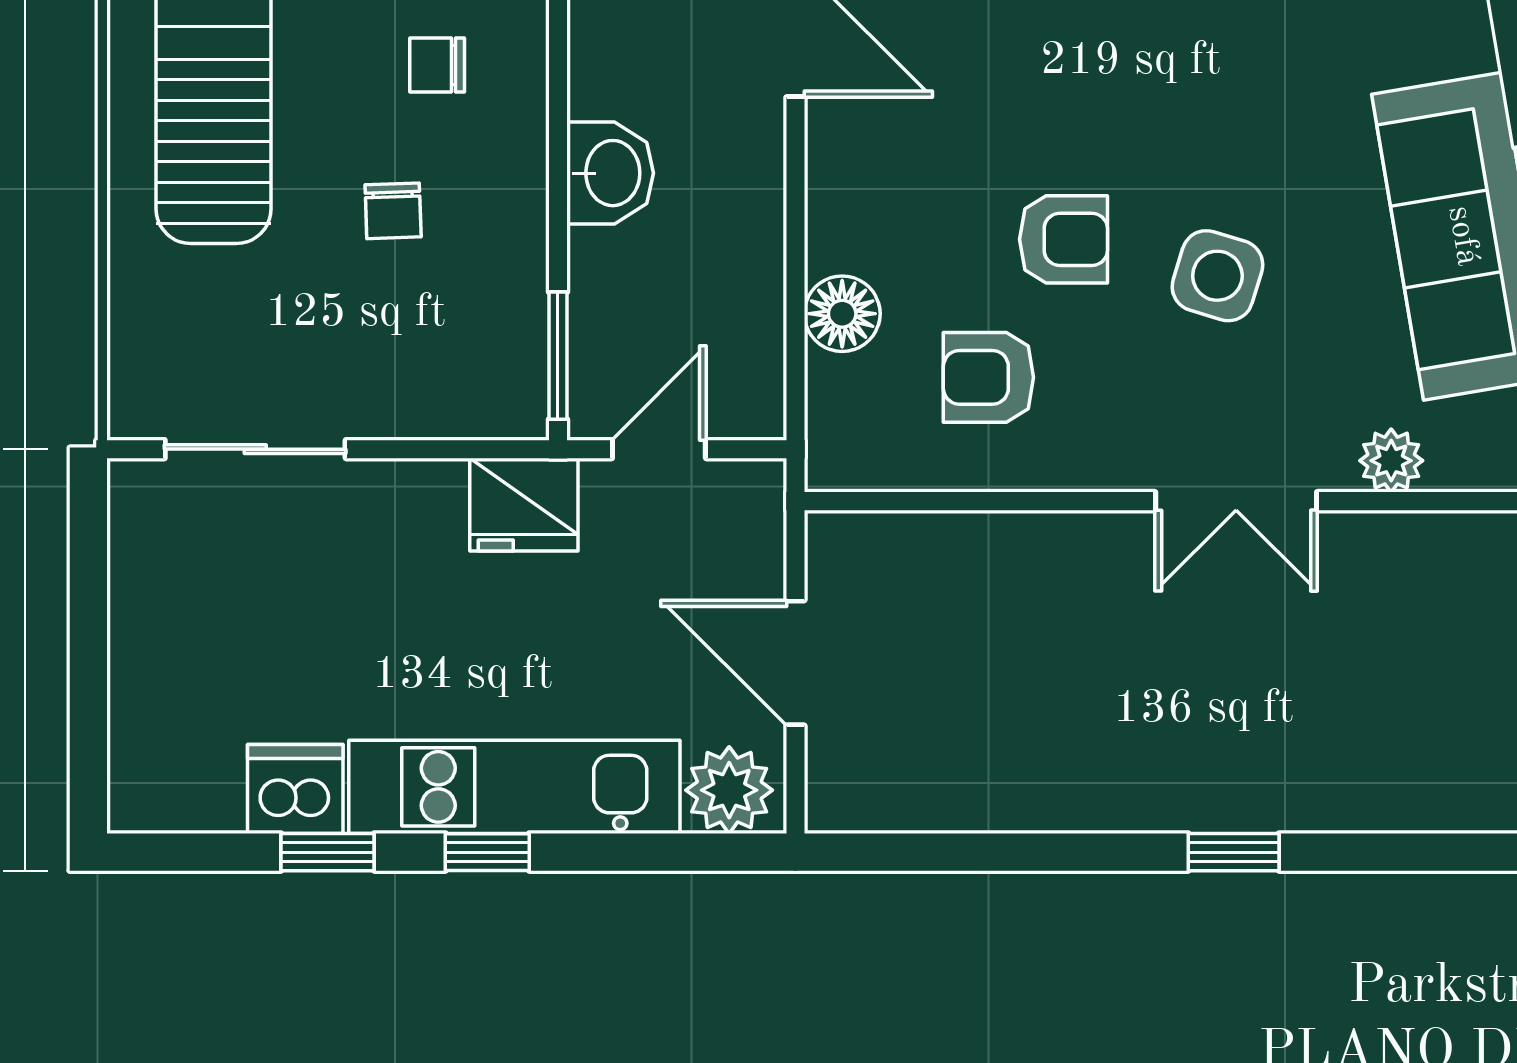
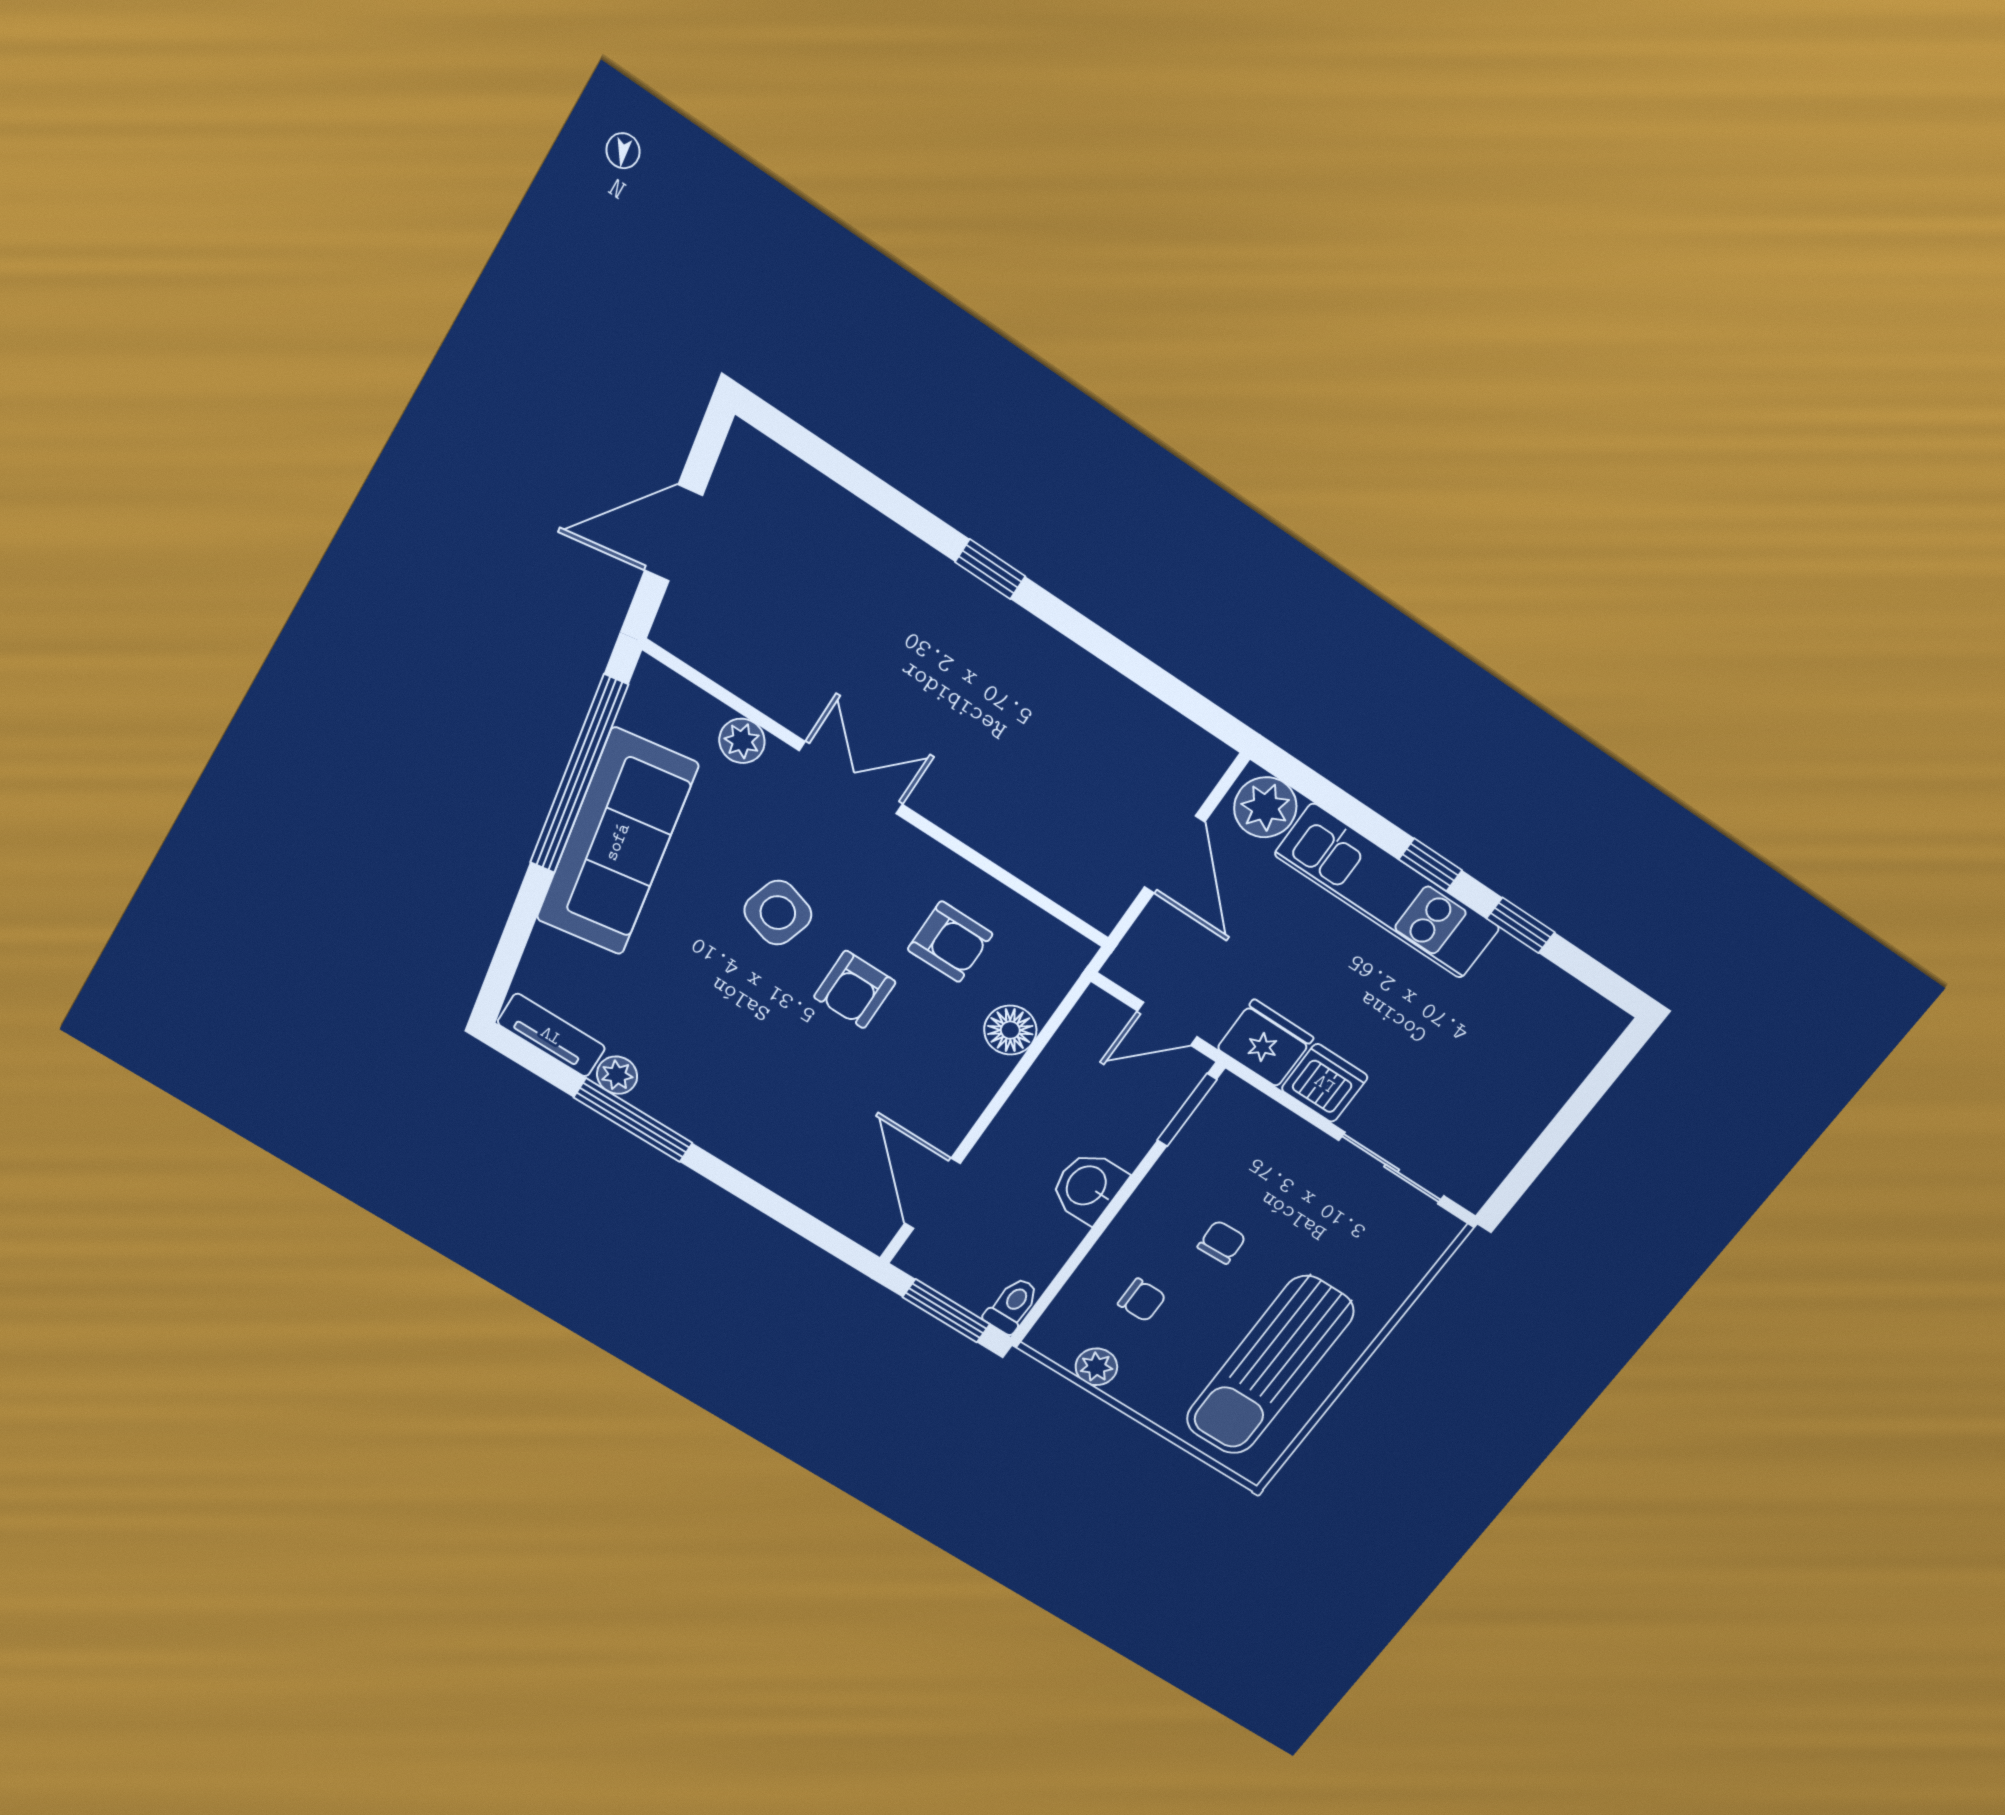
armchair: (1064, 239) -> (855, 990), turned -90
dishwasher: (295, 789) -> (1325, 1083), moved, turned 180

